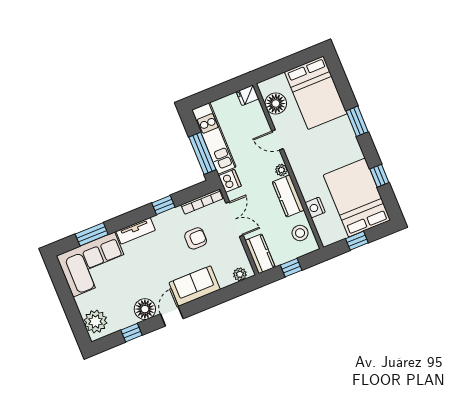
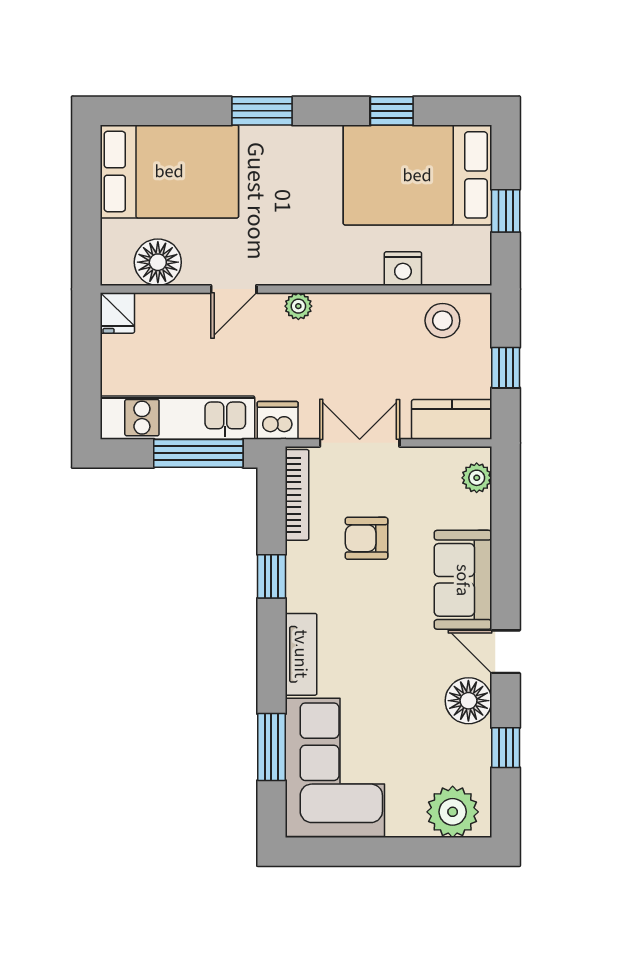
kitchen counter: (288, 196) -> (357, 314), removed
armchair: (196, 238) -> (367, 538), turned -90

